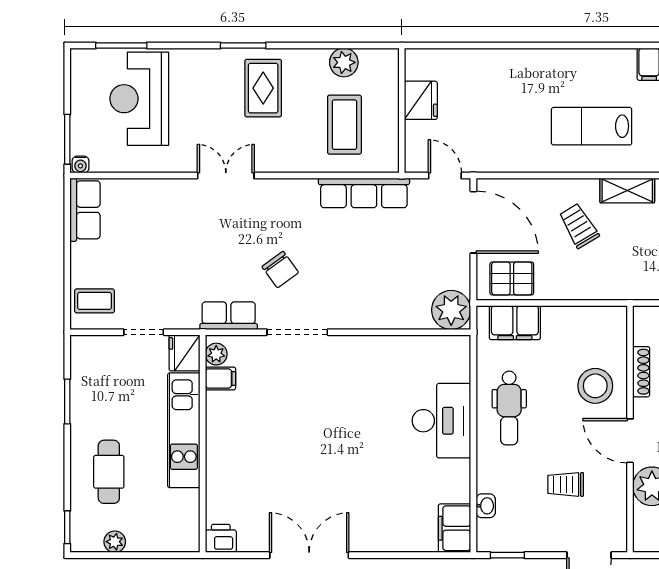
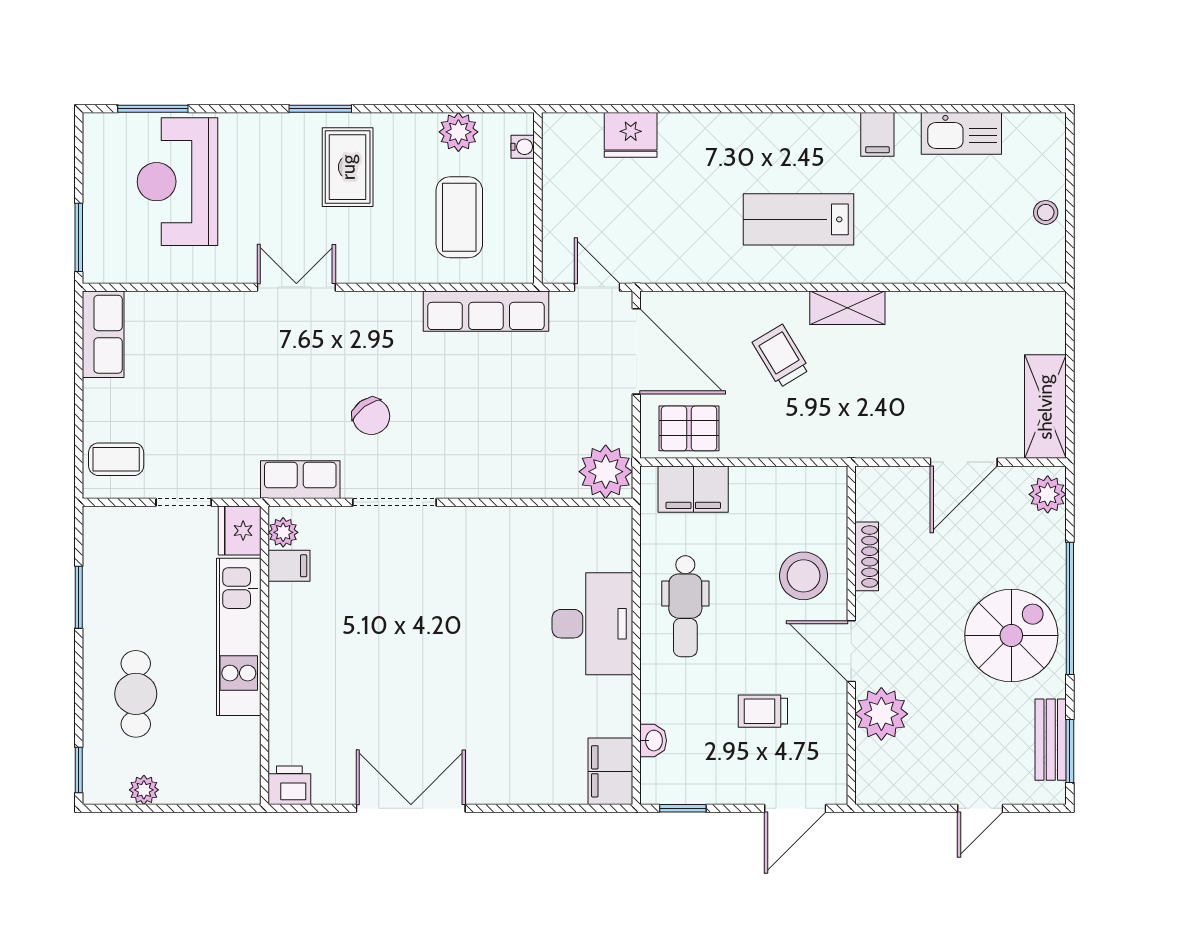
fridge: (421, 100) -> (631, 135), moved, turned 90
water cooler: (80, 165) -> (523, 147), moved, turned -90

